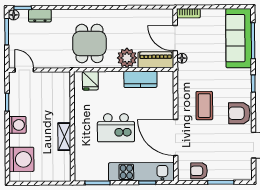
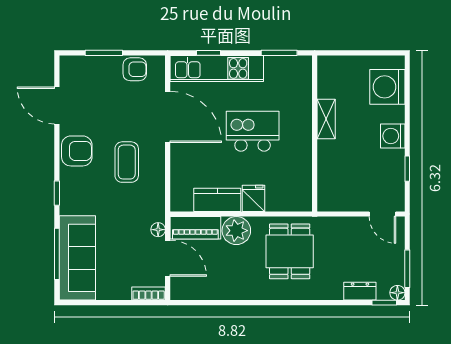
fridge: (90, 81) -> (253, 198), moved

